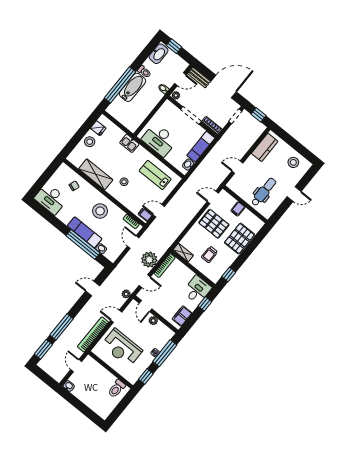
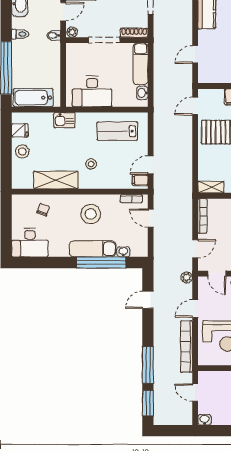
bathtub: (132, 87) -> (33, 98), moved, turned -90
plant: (149, 260) -> (182, 223), removed

